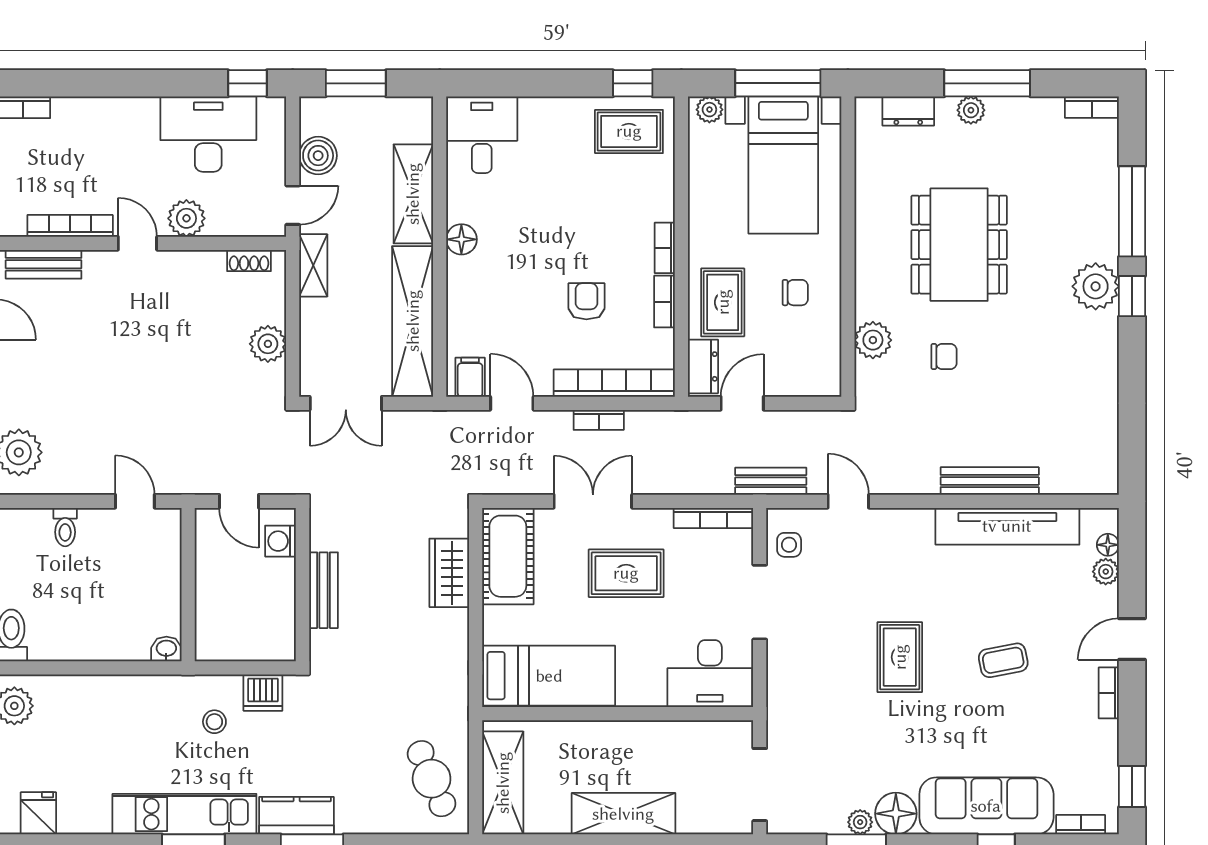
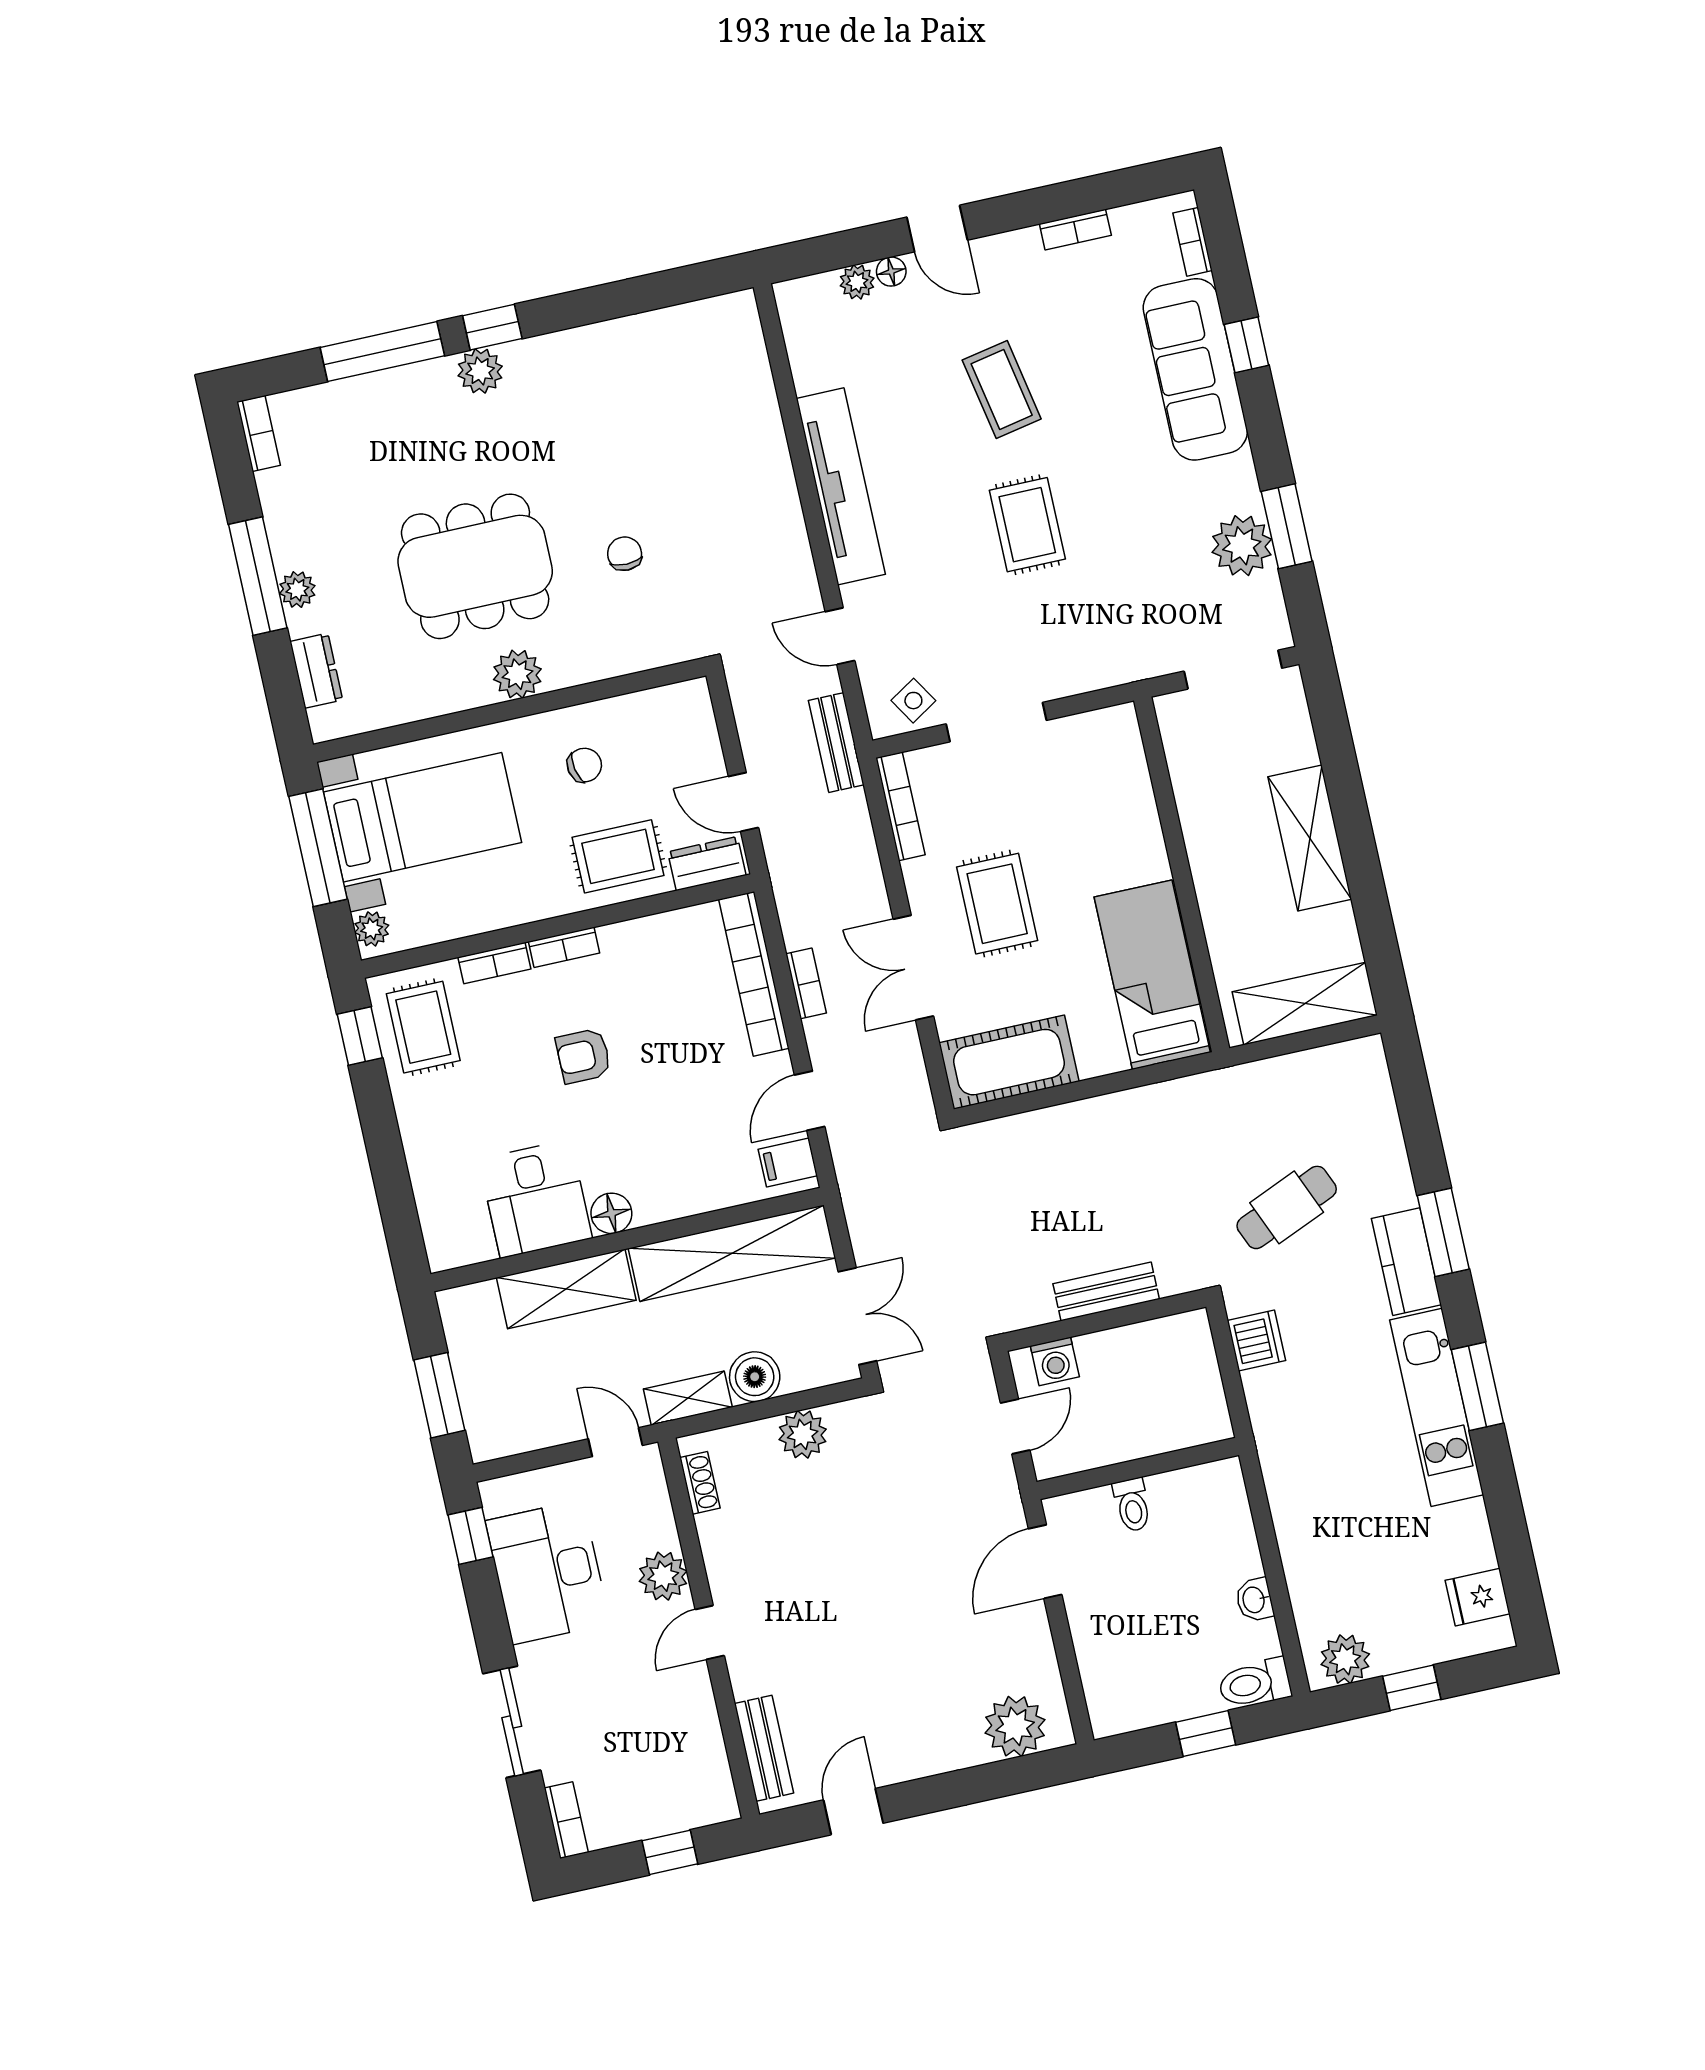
sliding door: (104, 83) -> (512, 1722), added
desk: (482, 135) -> (535, 1199), moved, turned -90
boiler: (318, 156) -> (755, 1377), moved
bookcase: (70, 226) -> (706, 1725), removed
plant: (1096, 286) -> (480, 371), width x0.73, depth x0.73
chair: (795, 293) -> (584, 765), turned 79
armchair: (586, 301) -> (583, 1056), moved
bookcase: (664, 302) -> (494, 963), moved
plant: (873, 340) -> (517, 674), moved
bench: (990, 481) -> (773, 459), removed
door: (135, 501) -> (1045, 1562), width x1.37
door: (848, 501) -> (840, 636), hinge flipped
tv unit: (1007, 526) -> (841, 486), moved
toilet: (65, 527) -> (1132, 1505), moved, turned 90
side table: (789, 545) -> (913, 701), turned -32
floor lamp: (1108, 545) -> (891, 272), moved
wardrobe: (449, 573) -> (1048, 1133), removed
washbasin: (166, 649) -> (1255, 1600), moved
rug: (900, 657) -> (1027, 525), turned 90
coffee table: (1003, 660) -> (1002, 389), width x1.36, depth x1.30
desk: (710, 674) -> (1103, 766), removed
bookcase: (1109, 693) -> (1075, 230), moved
stool: (214, 722) -> (1308, 1395), removed
cafe table: (432, 779) -> (1287, 1207), moved
window: (1132, 786) -> (1128, 186), removed
floor lamp: (896, 814) -> (1231, 485), removed
plant: (860, 822) -> (1242, 546), width x1.88, depth x1.88

